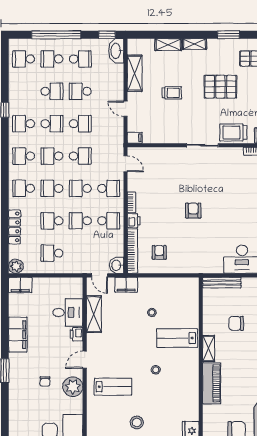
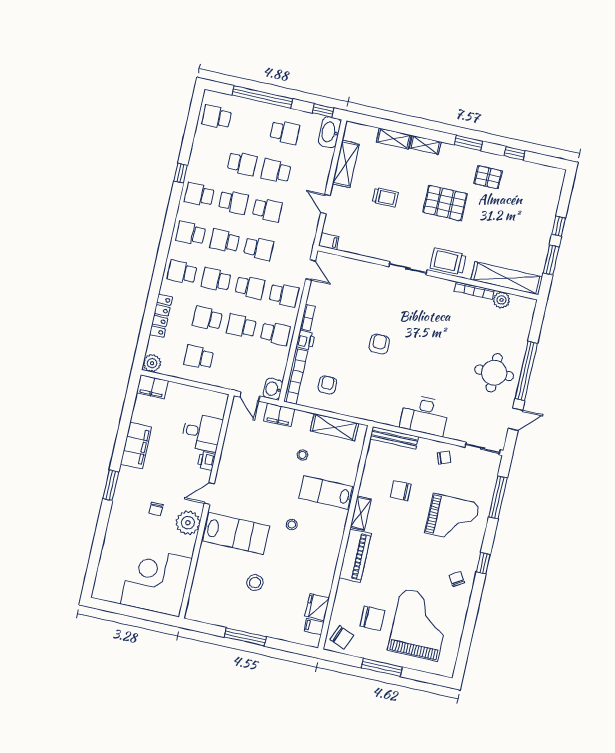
school desk: (52, 59) -> (251, 125), removed
school desk: (80, 188) -> (250, 287), turned 180
shelving: (94, 314) -> (334, 427), moved, turned 90
lab bench: (113, 387) -> (236, 533), width x1.36, depth x1.39

